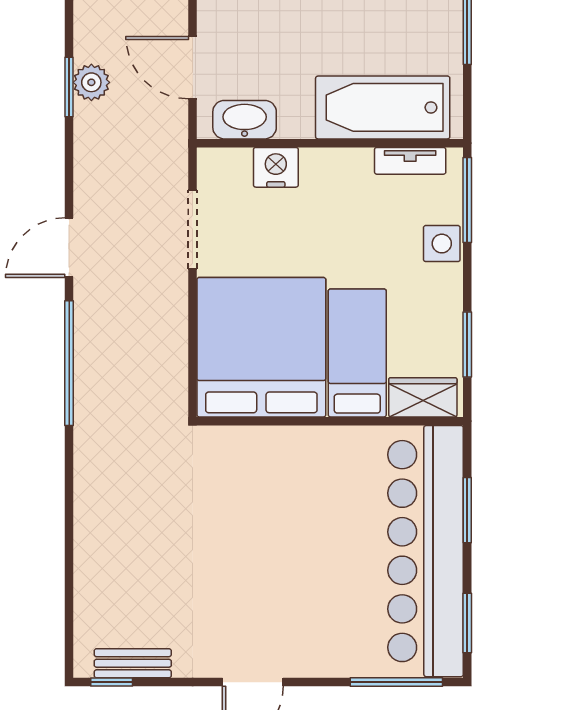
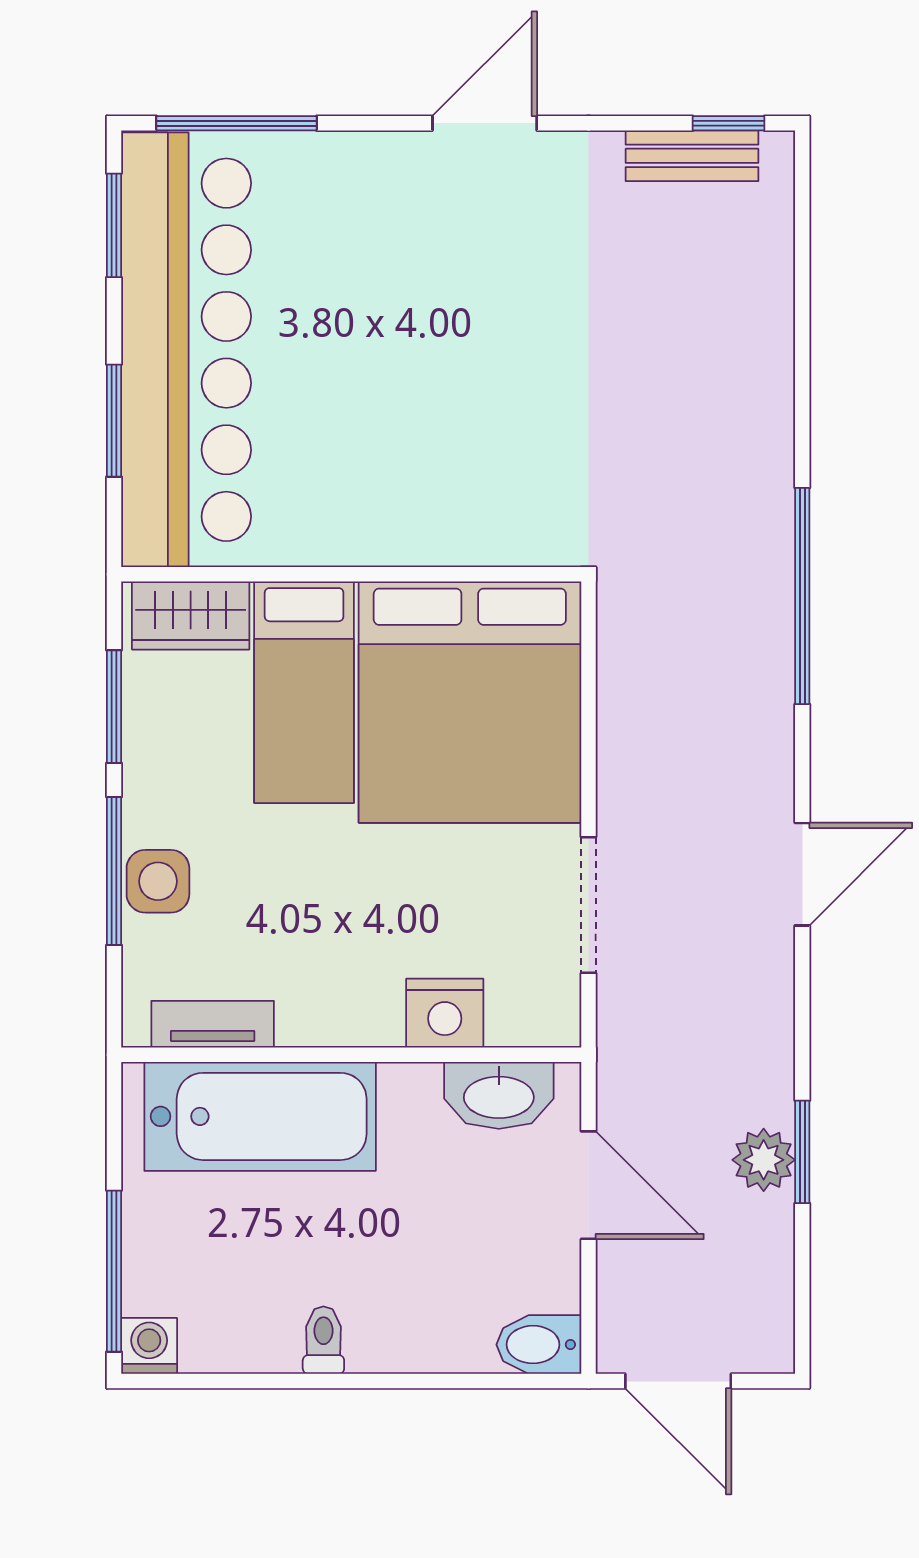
window: (467, 200) -> (114, 871), moved
window: (69, 363) -> (802, 596), moved

